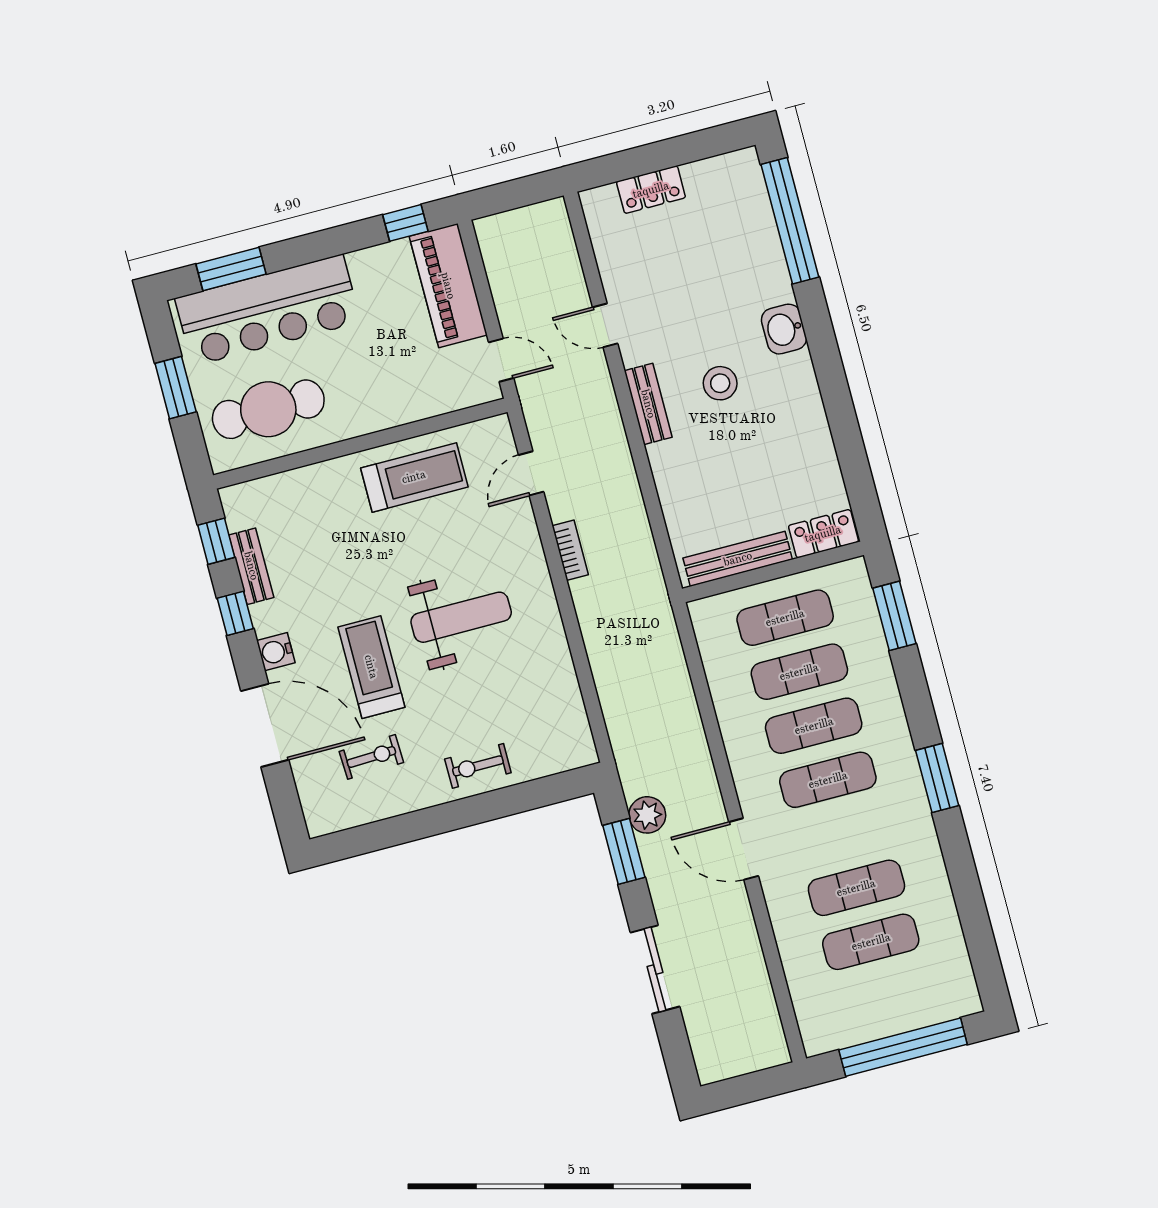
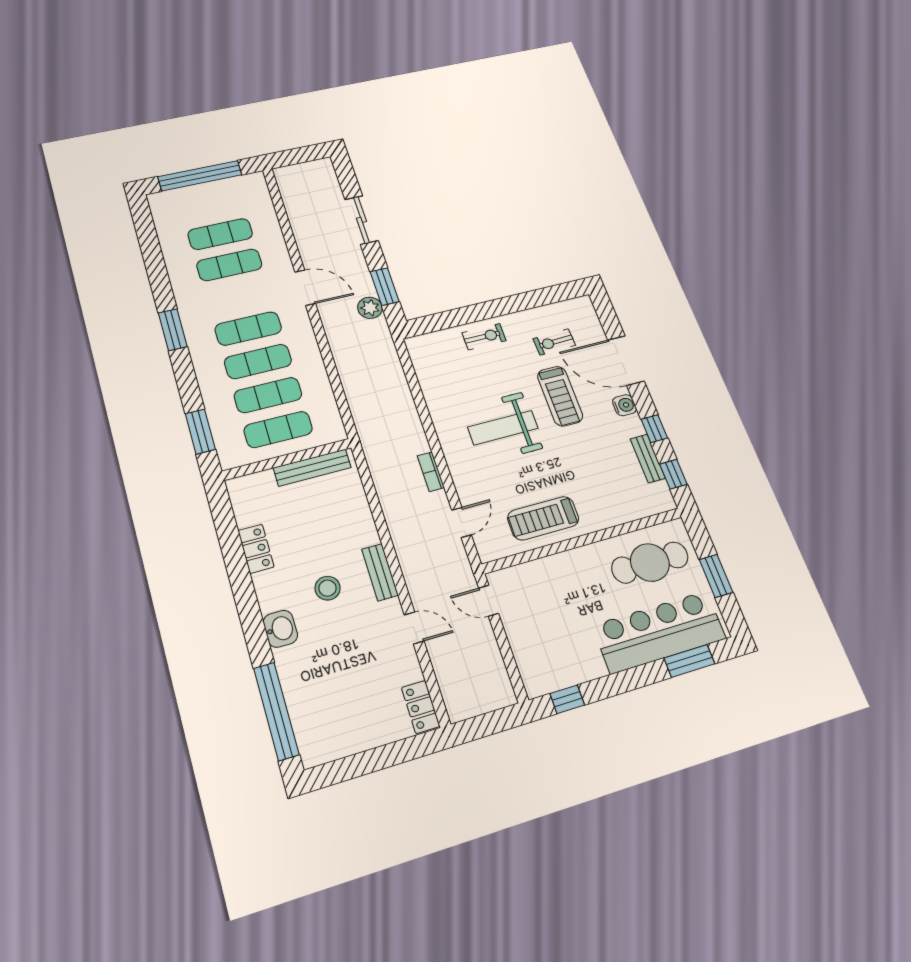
locker: (651, 190) -> (421, 707), moved, turned -90
piano: (448, 286) -> (531, 654), removed
locker: (823, 534) -> (256, 549), moved, turned -90

